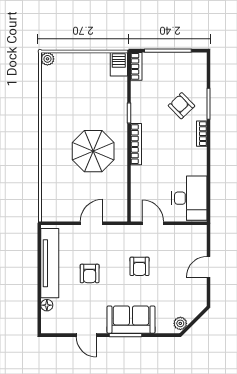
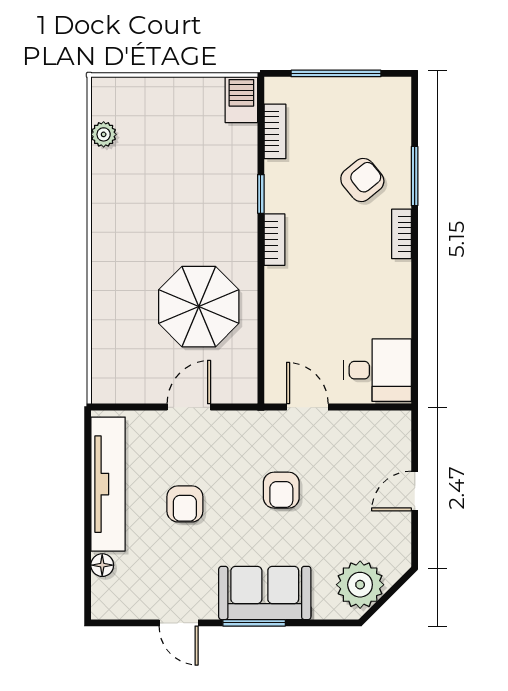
plant: (47, 59) -> (104, 134), moved
bookcase: (136, 66) -> (275, 131), moved
armchair: (181, 106) -> (362, 180), turned 95
bookcase: (136, 144) -> (274, 240), width x0.64
parasol: (93, 151) -> (199, 307), moved
desk: (189, 198) -> (378, 370), width x0.73
plant: (180, 323) -> (360, 585), width x1.87, depth x1.87

